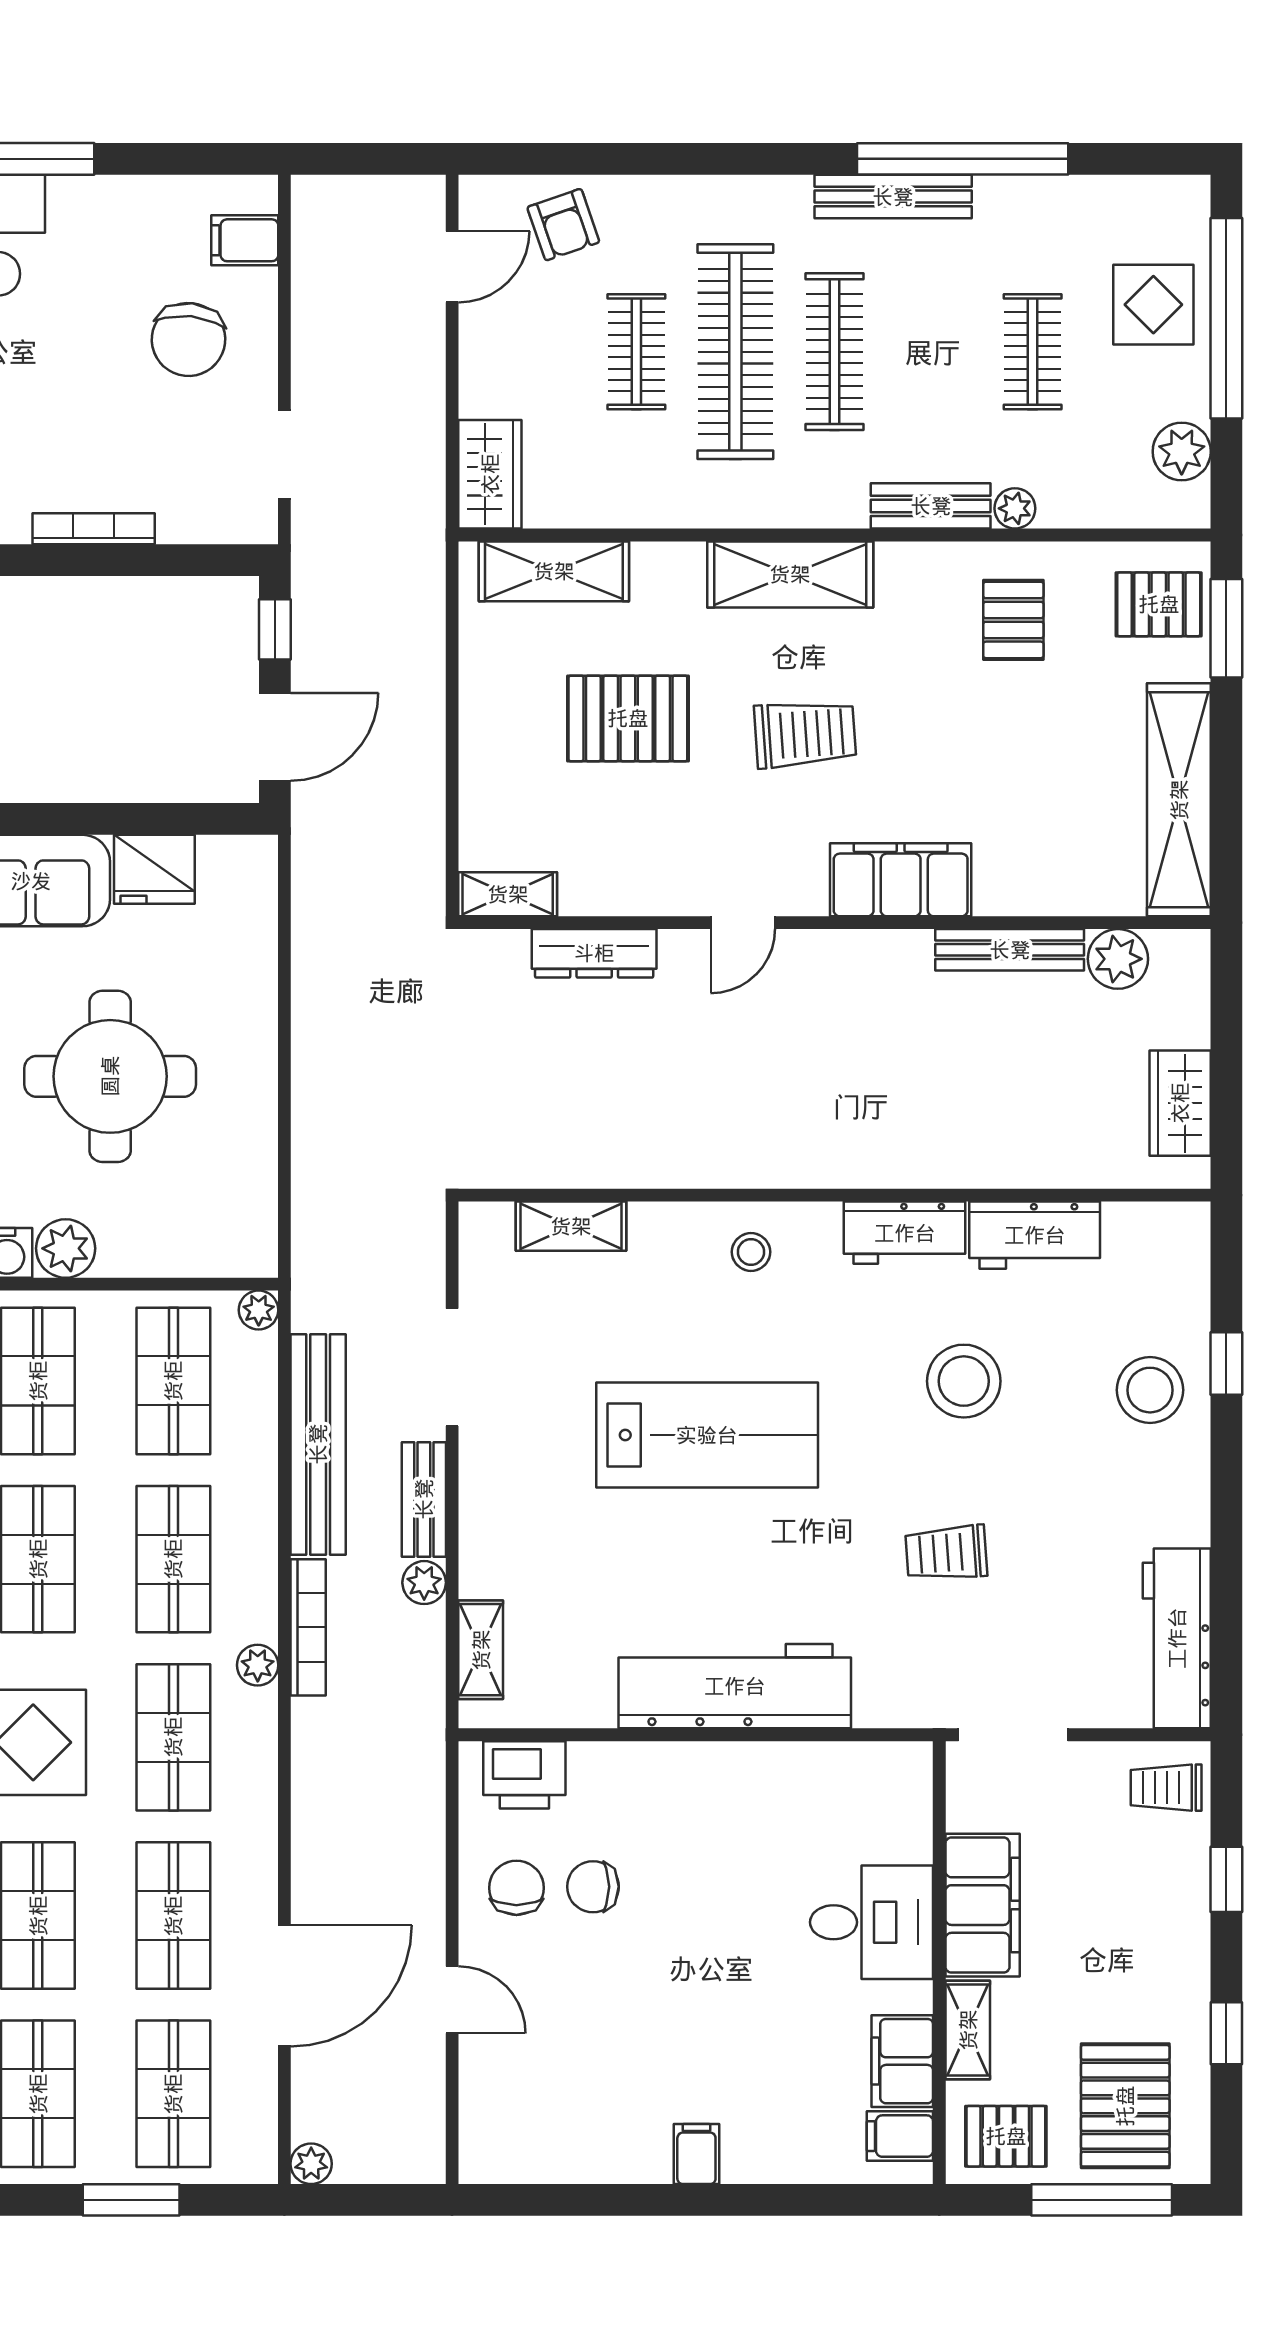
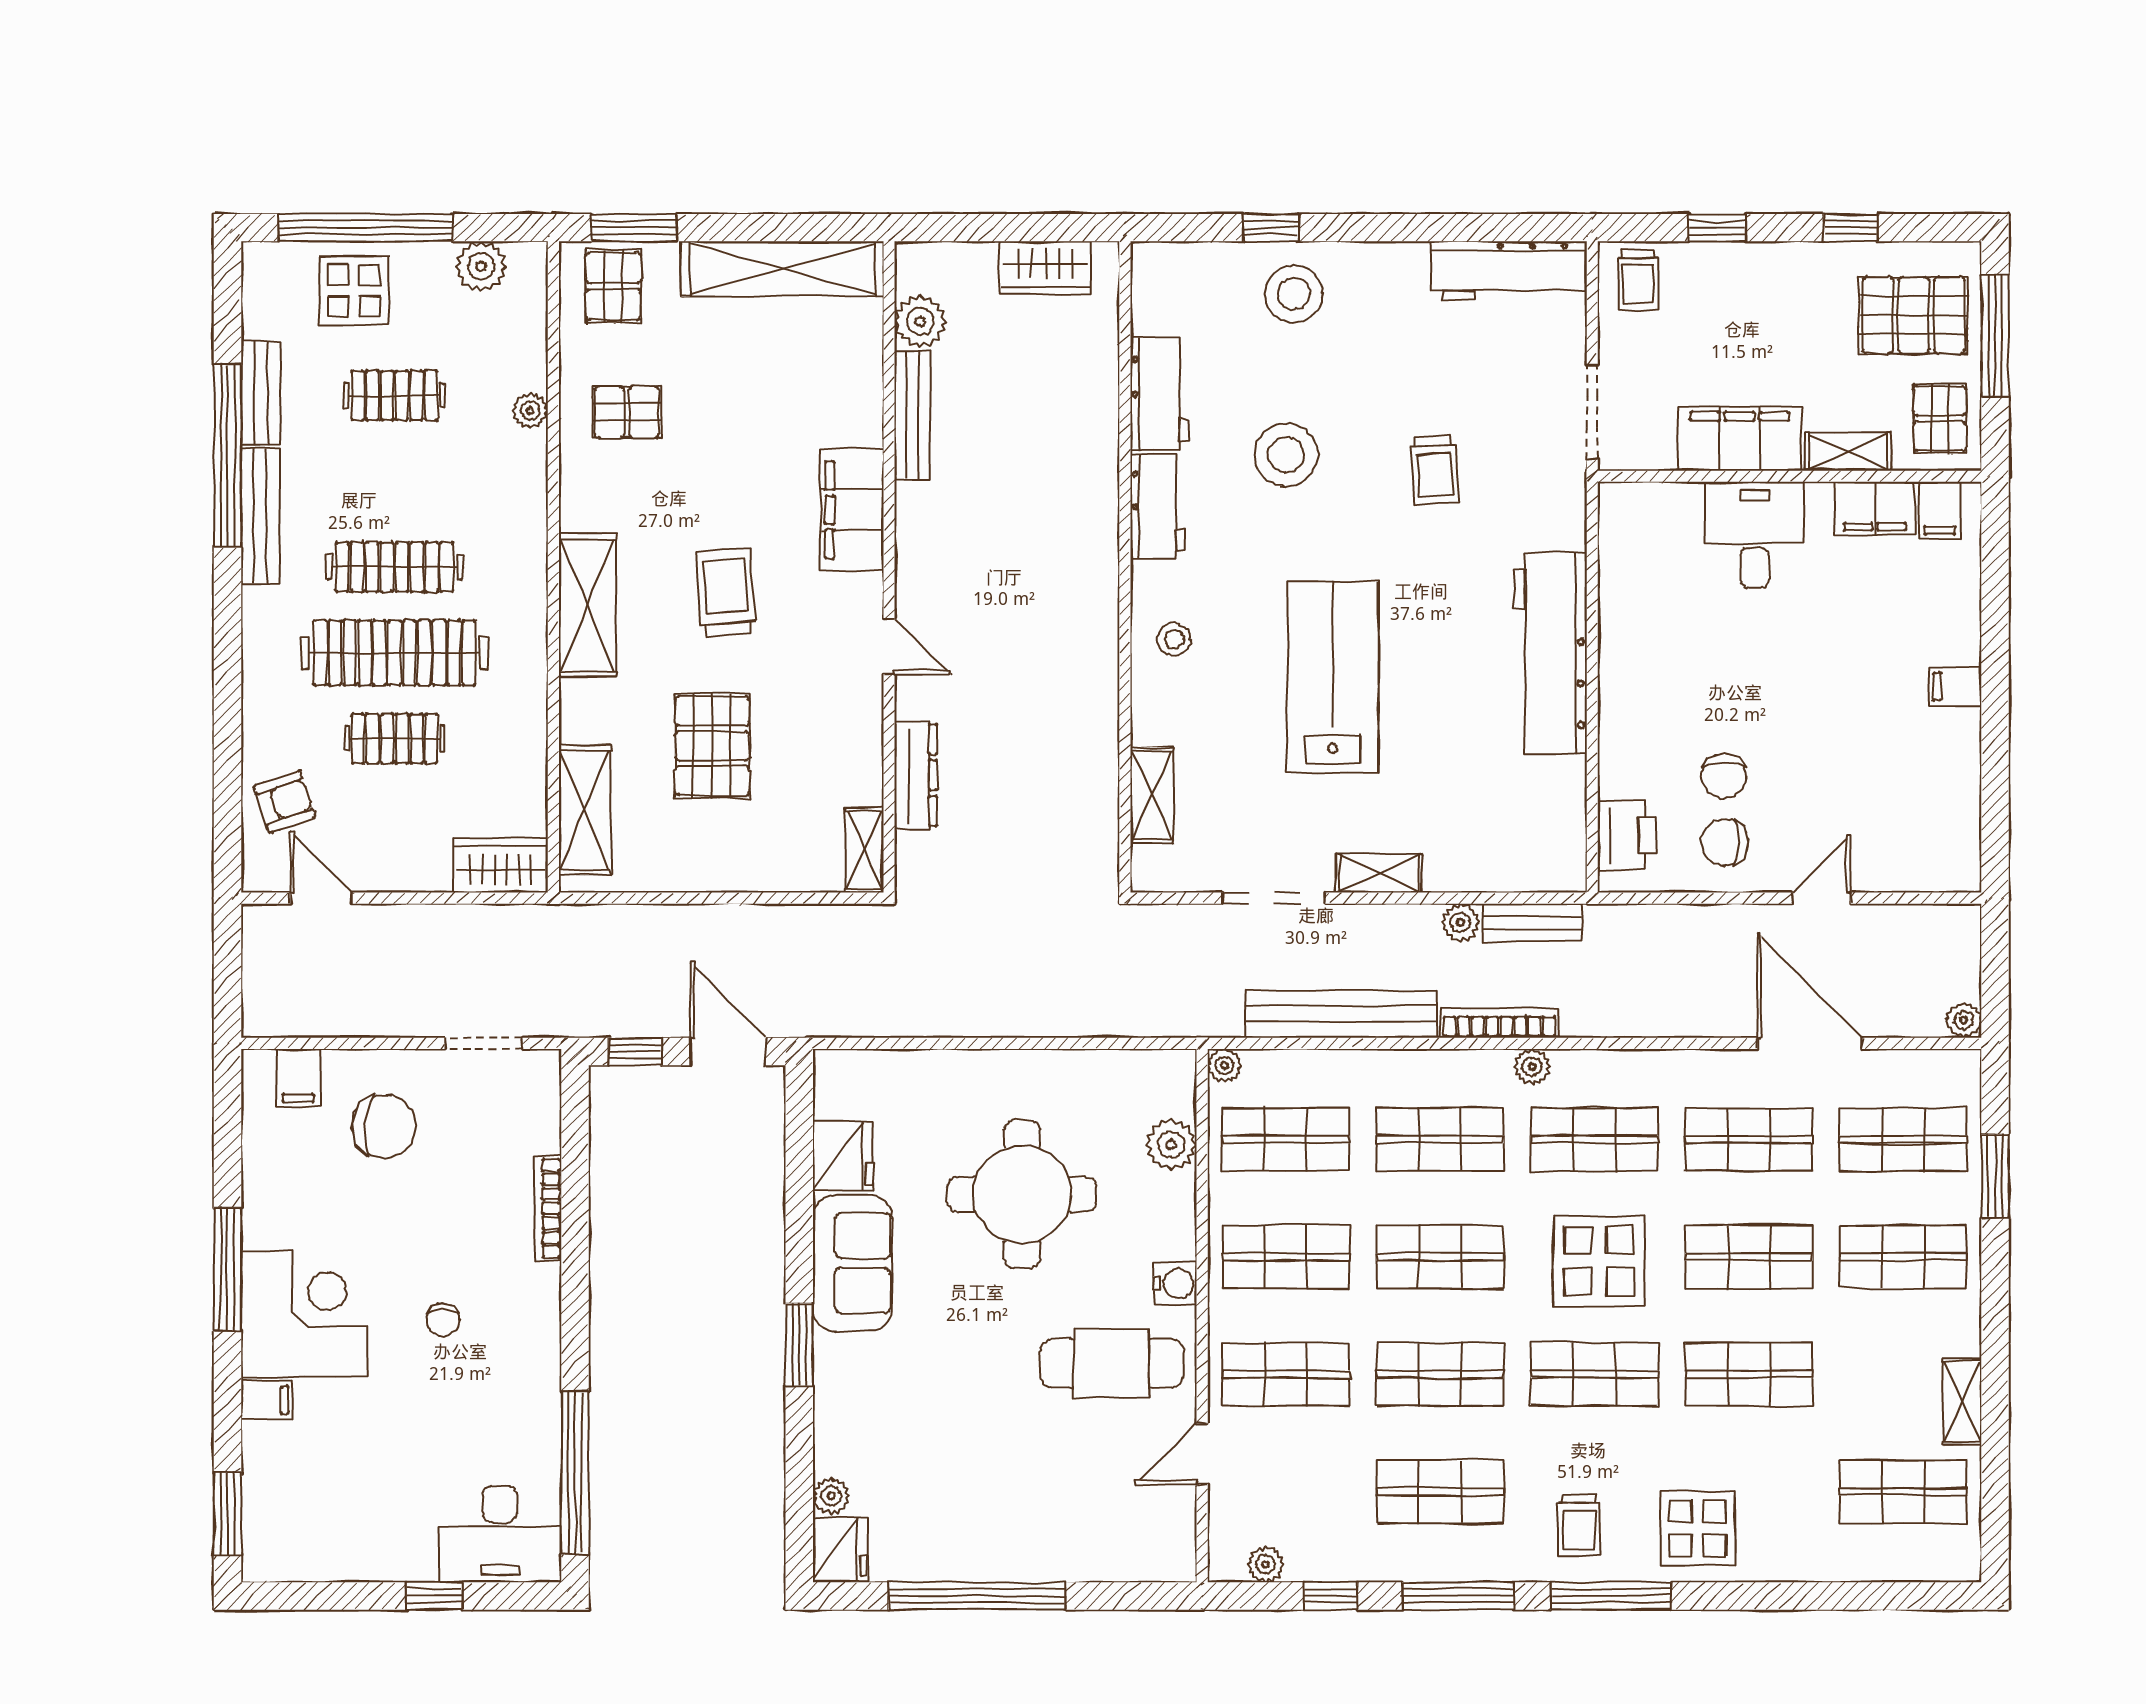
bench: (931, 506) -> (261, 393), moved
plant: (66, 1248) -> (1171, 1145), moved
bench: (424, 1499) -> (1532, 923), moved
shelving: (481, 1650) -> (1379, 873), moved

